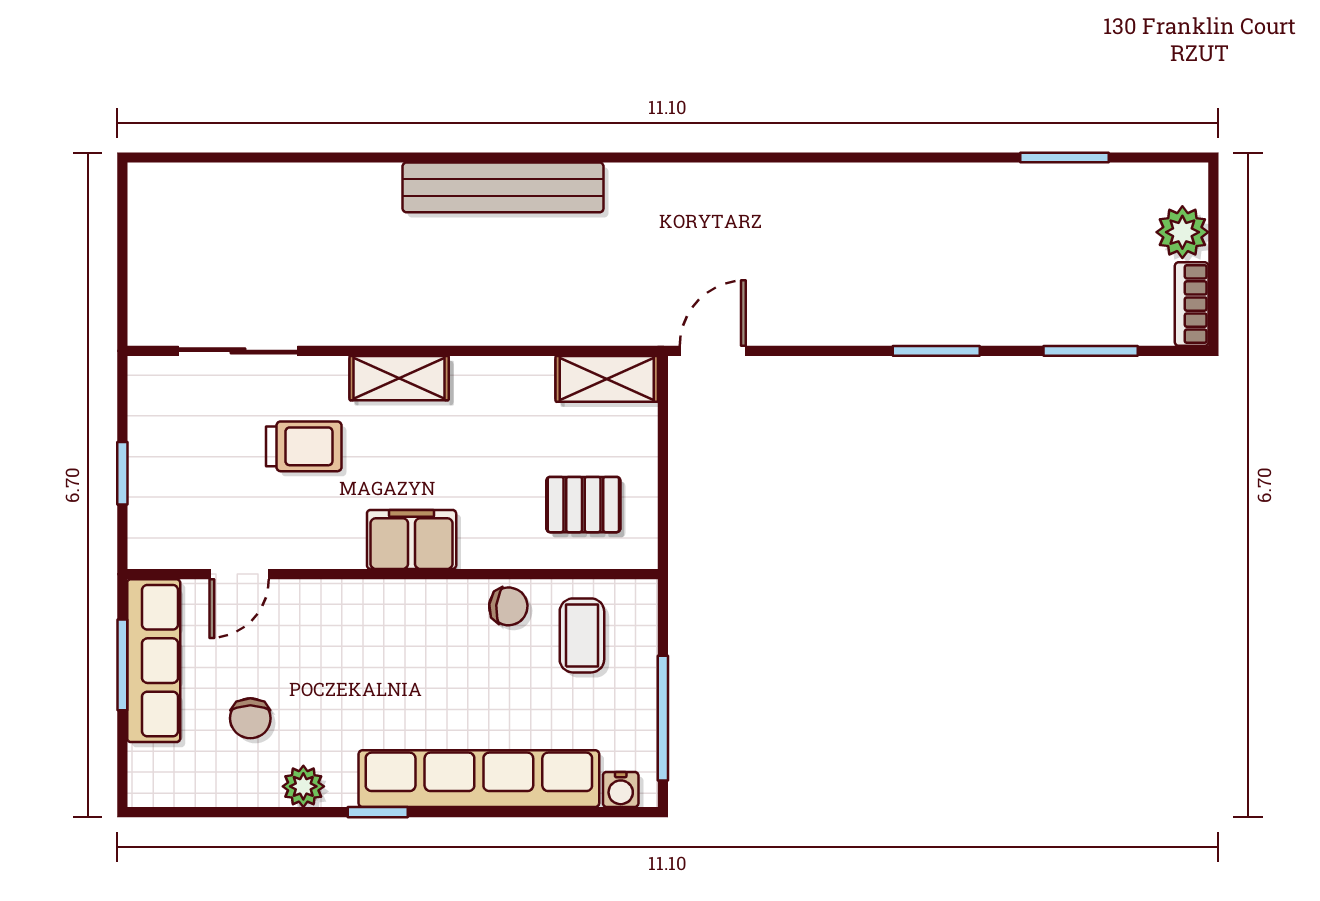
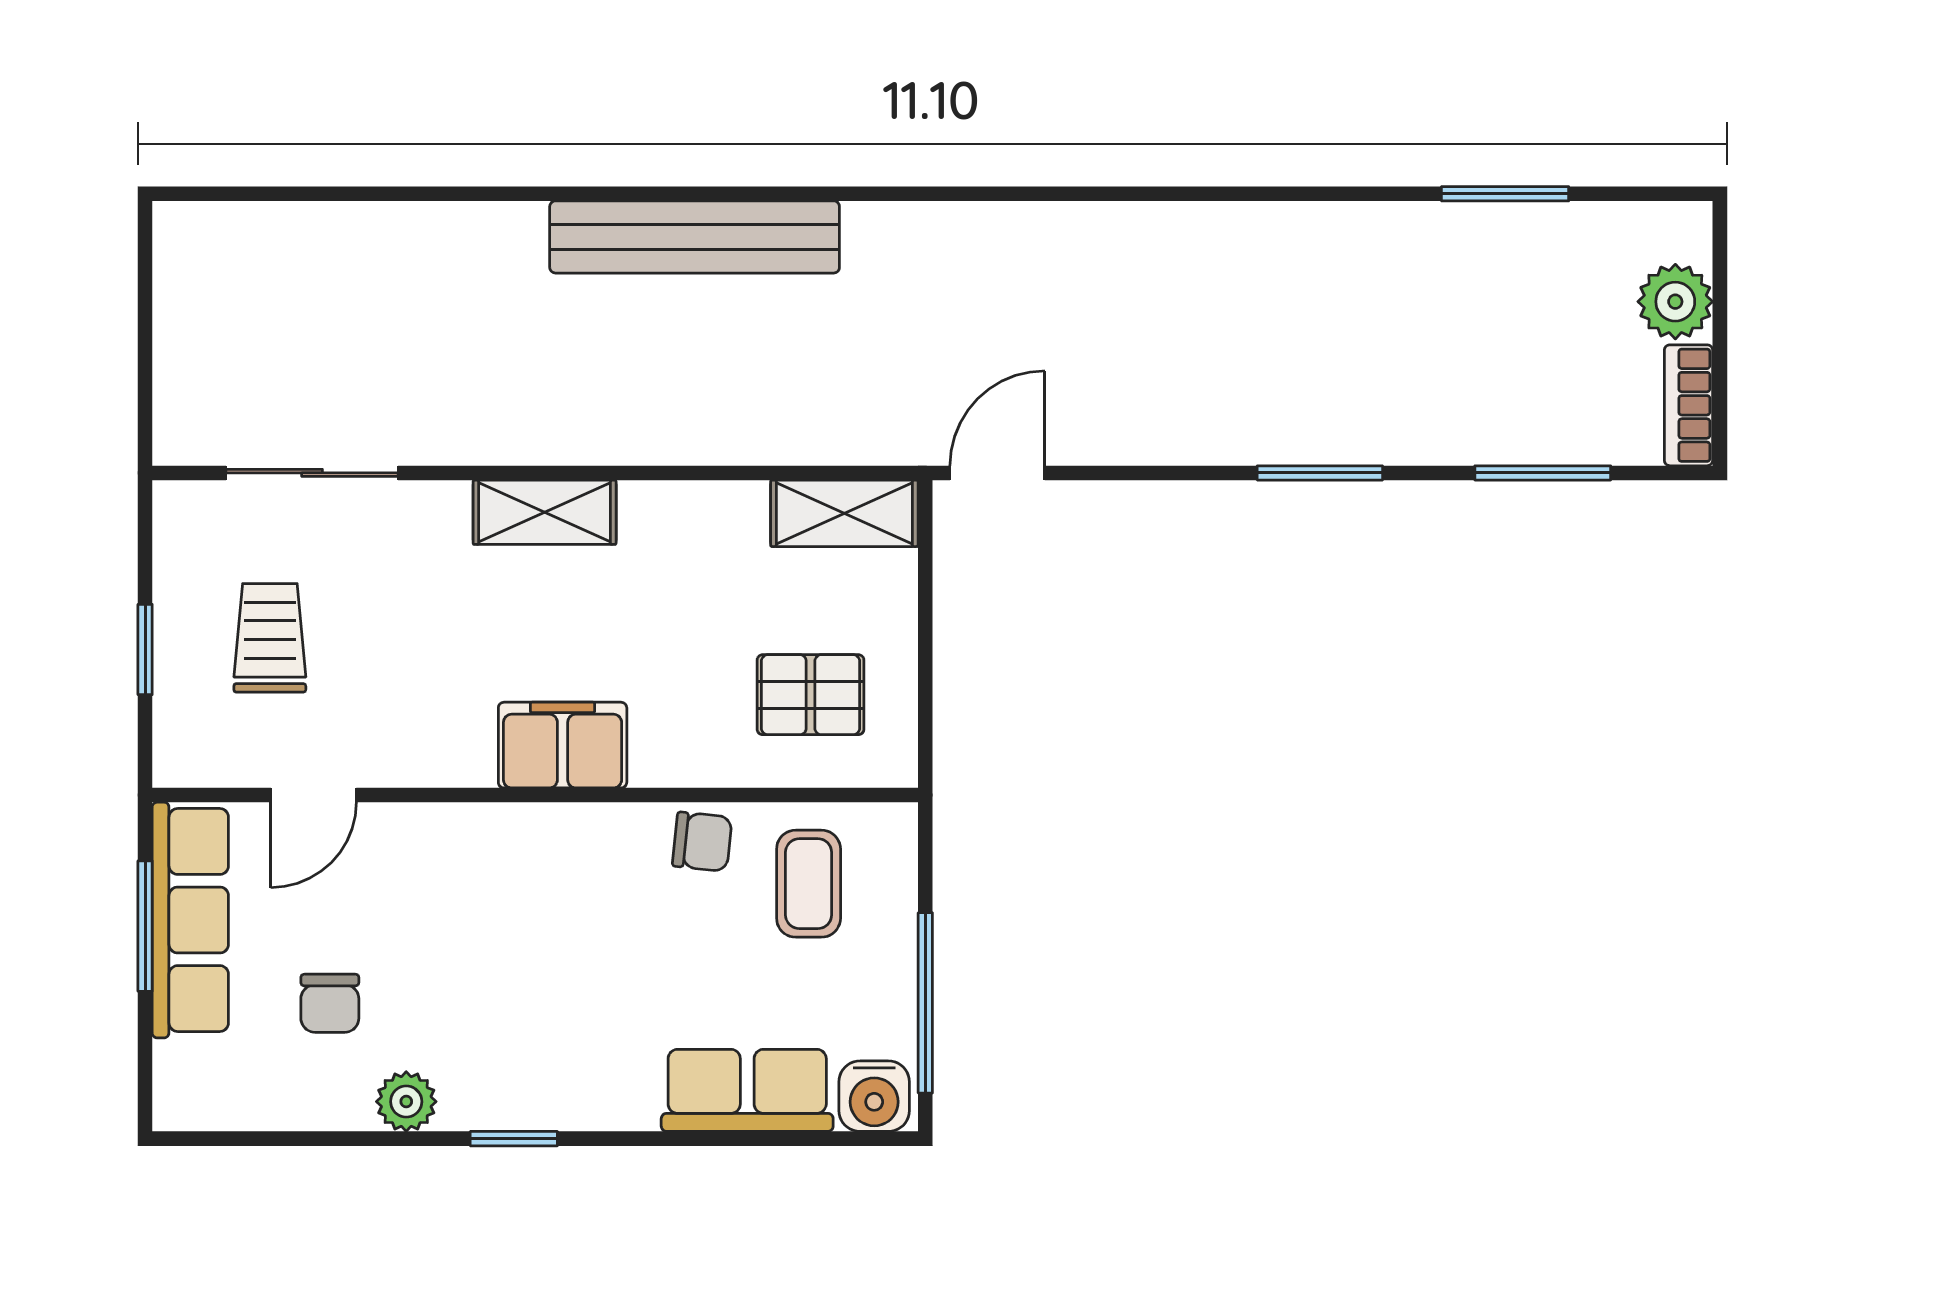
trolley: (304, 446) -> (270, 638), moved, turned -90
row of seats: (479, 779) -> (747, 1090), width x0.50
water cooler: (621, 789) -> (874, 1096), width x1.38, depth x1.38

